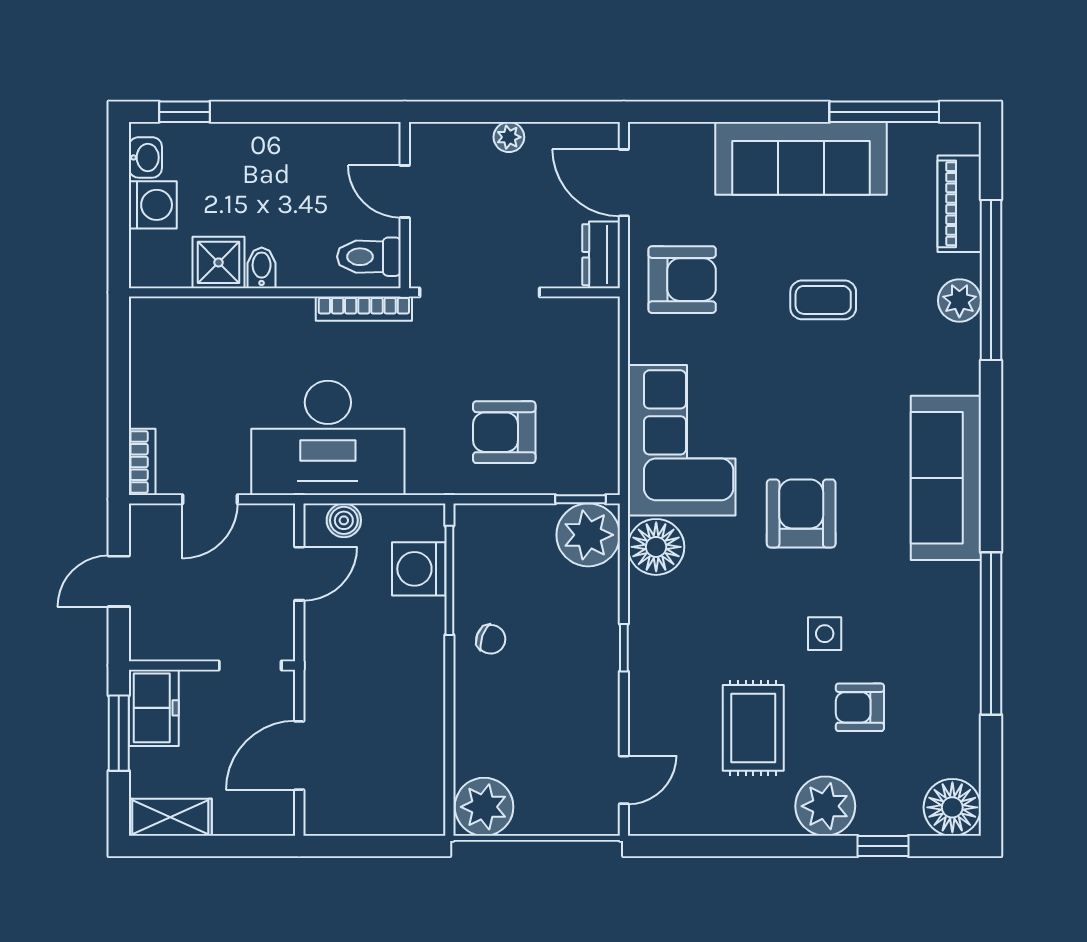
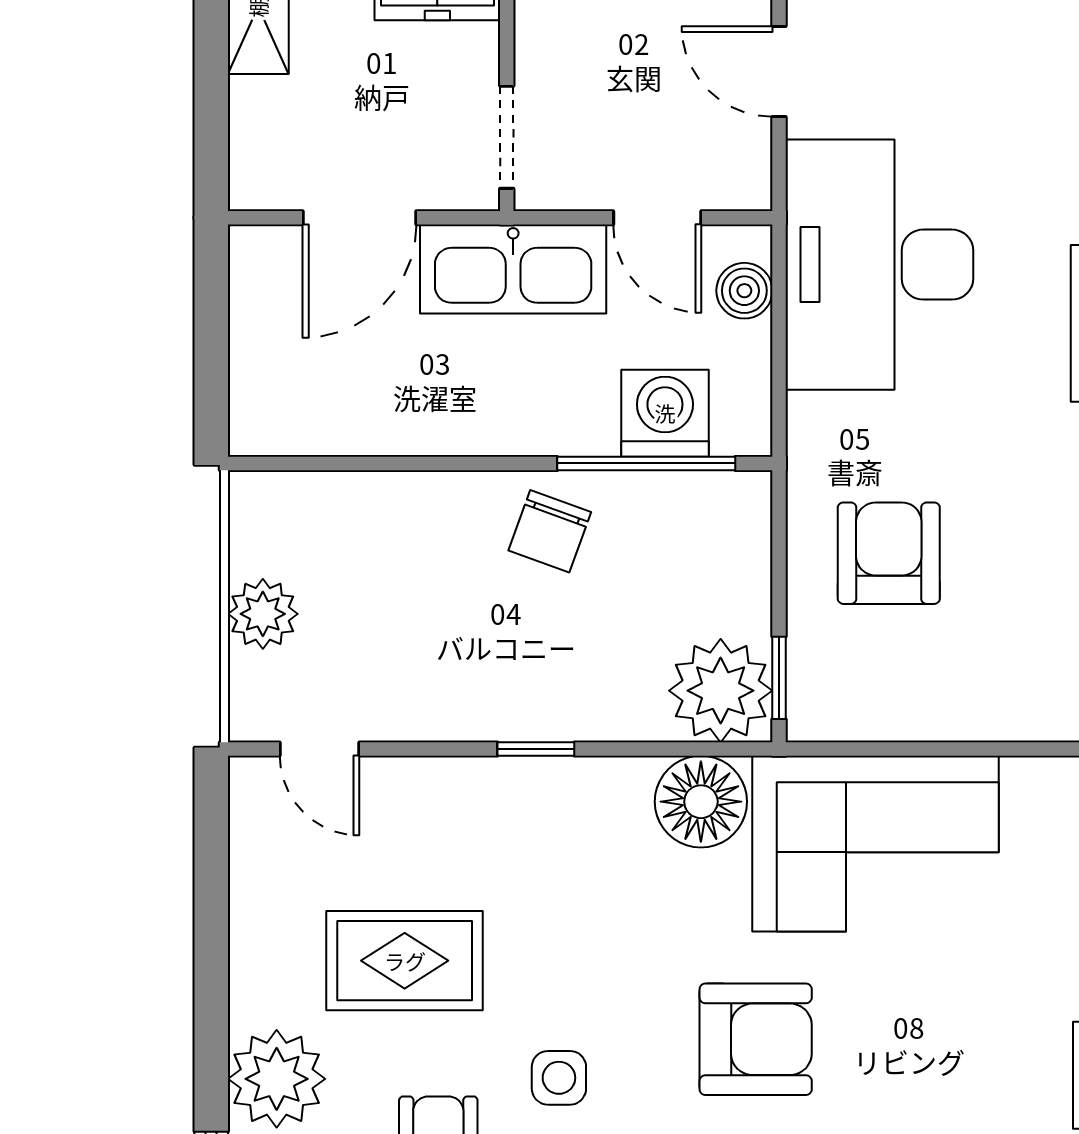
chair: (491, 639) -> (550, 531), width x1.37, depth x1.37
kitchen sink: (331, 662) -> (513, 269), added
door: (299, 755) -> (360, 218), swing flipped
plant: (484, 807) -> (263, 614), moved, width x0.73, depth x0.73

